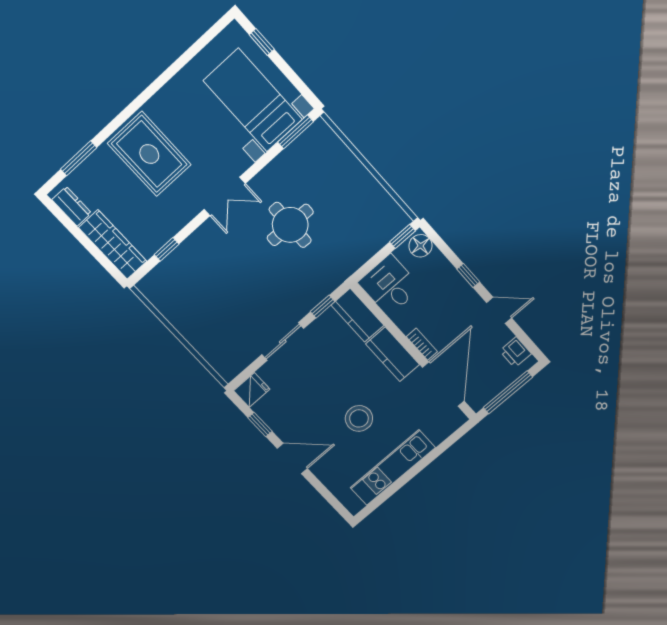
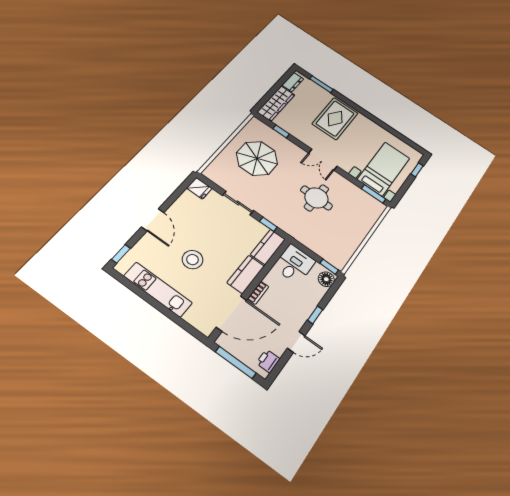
parasol: (211, 298) -> (257, 158), added
door: (499, 310) -> (296, 342), hinge flipped
window: (260, 425) -> (121, 254), moved

